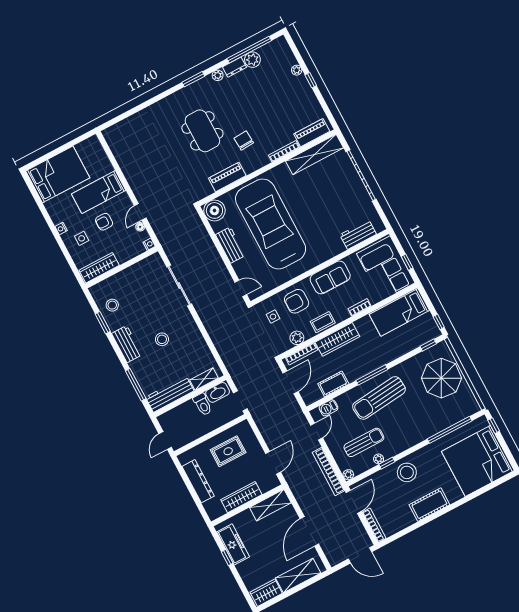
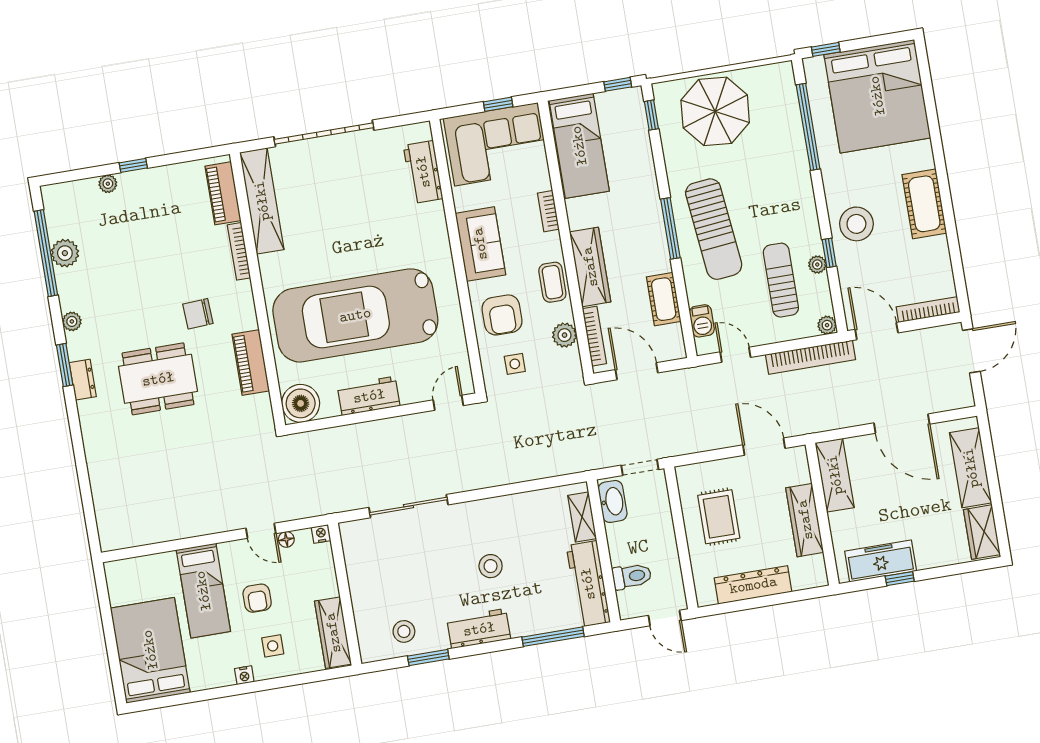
dresser: (234, 67) -> (83, 380), moved
toilet: (203, 404) -> (632, 576), moved

